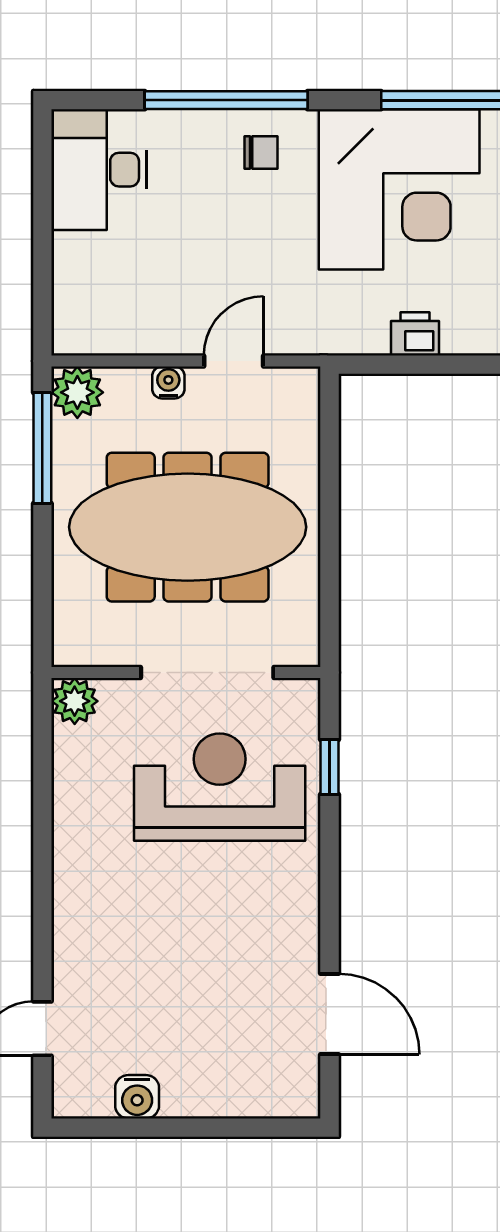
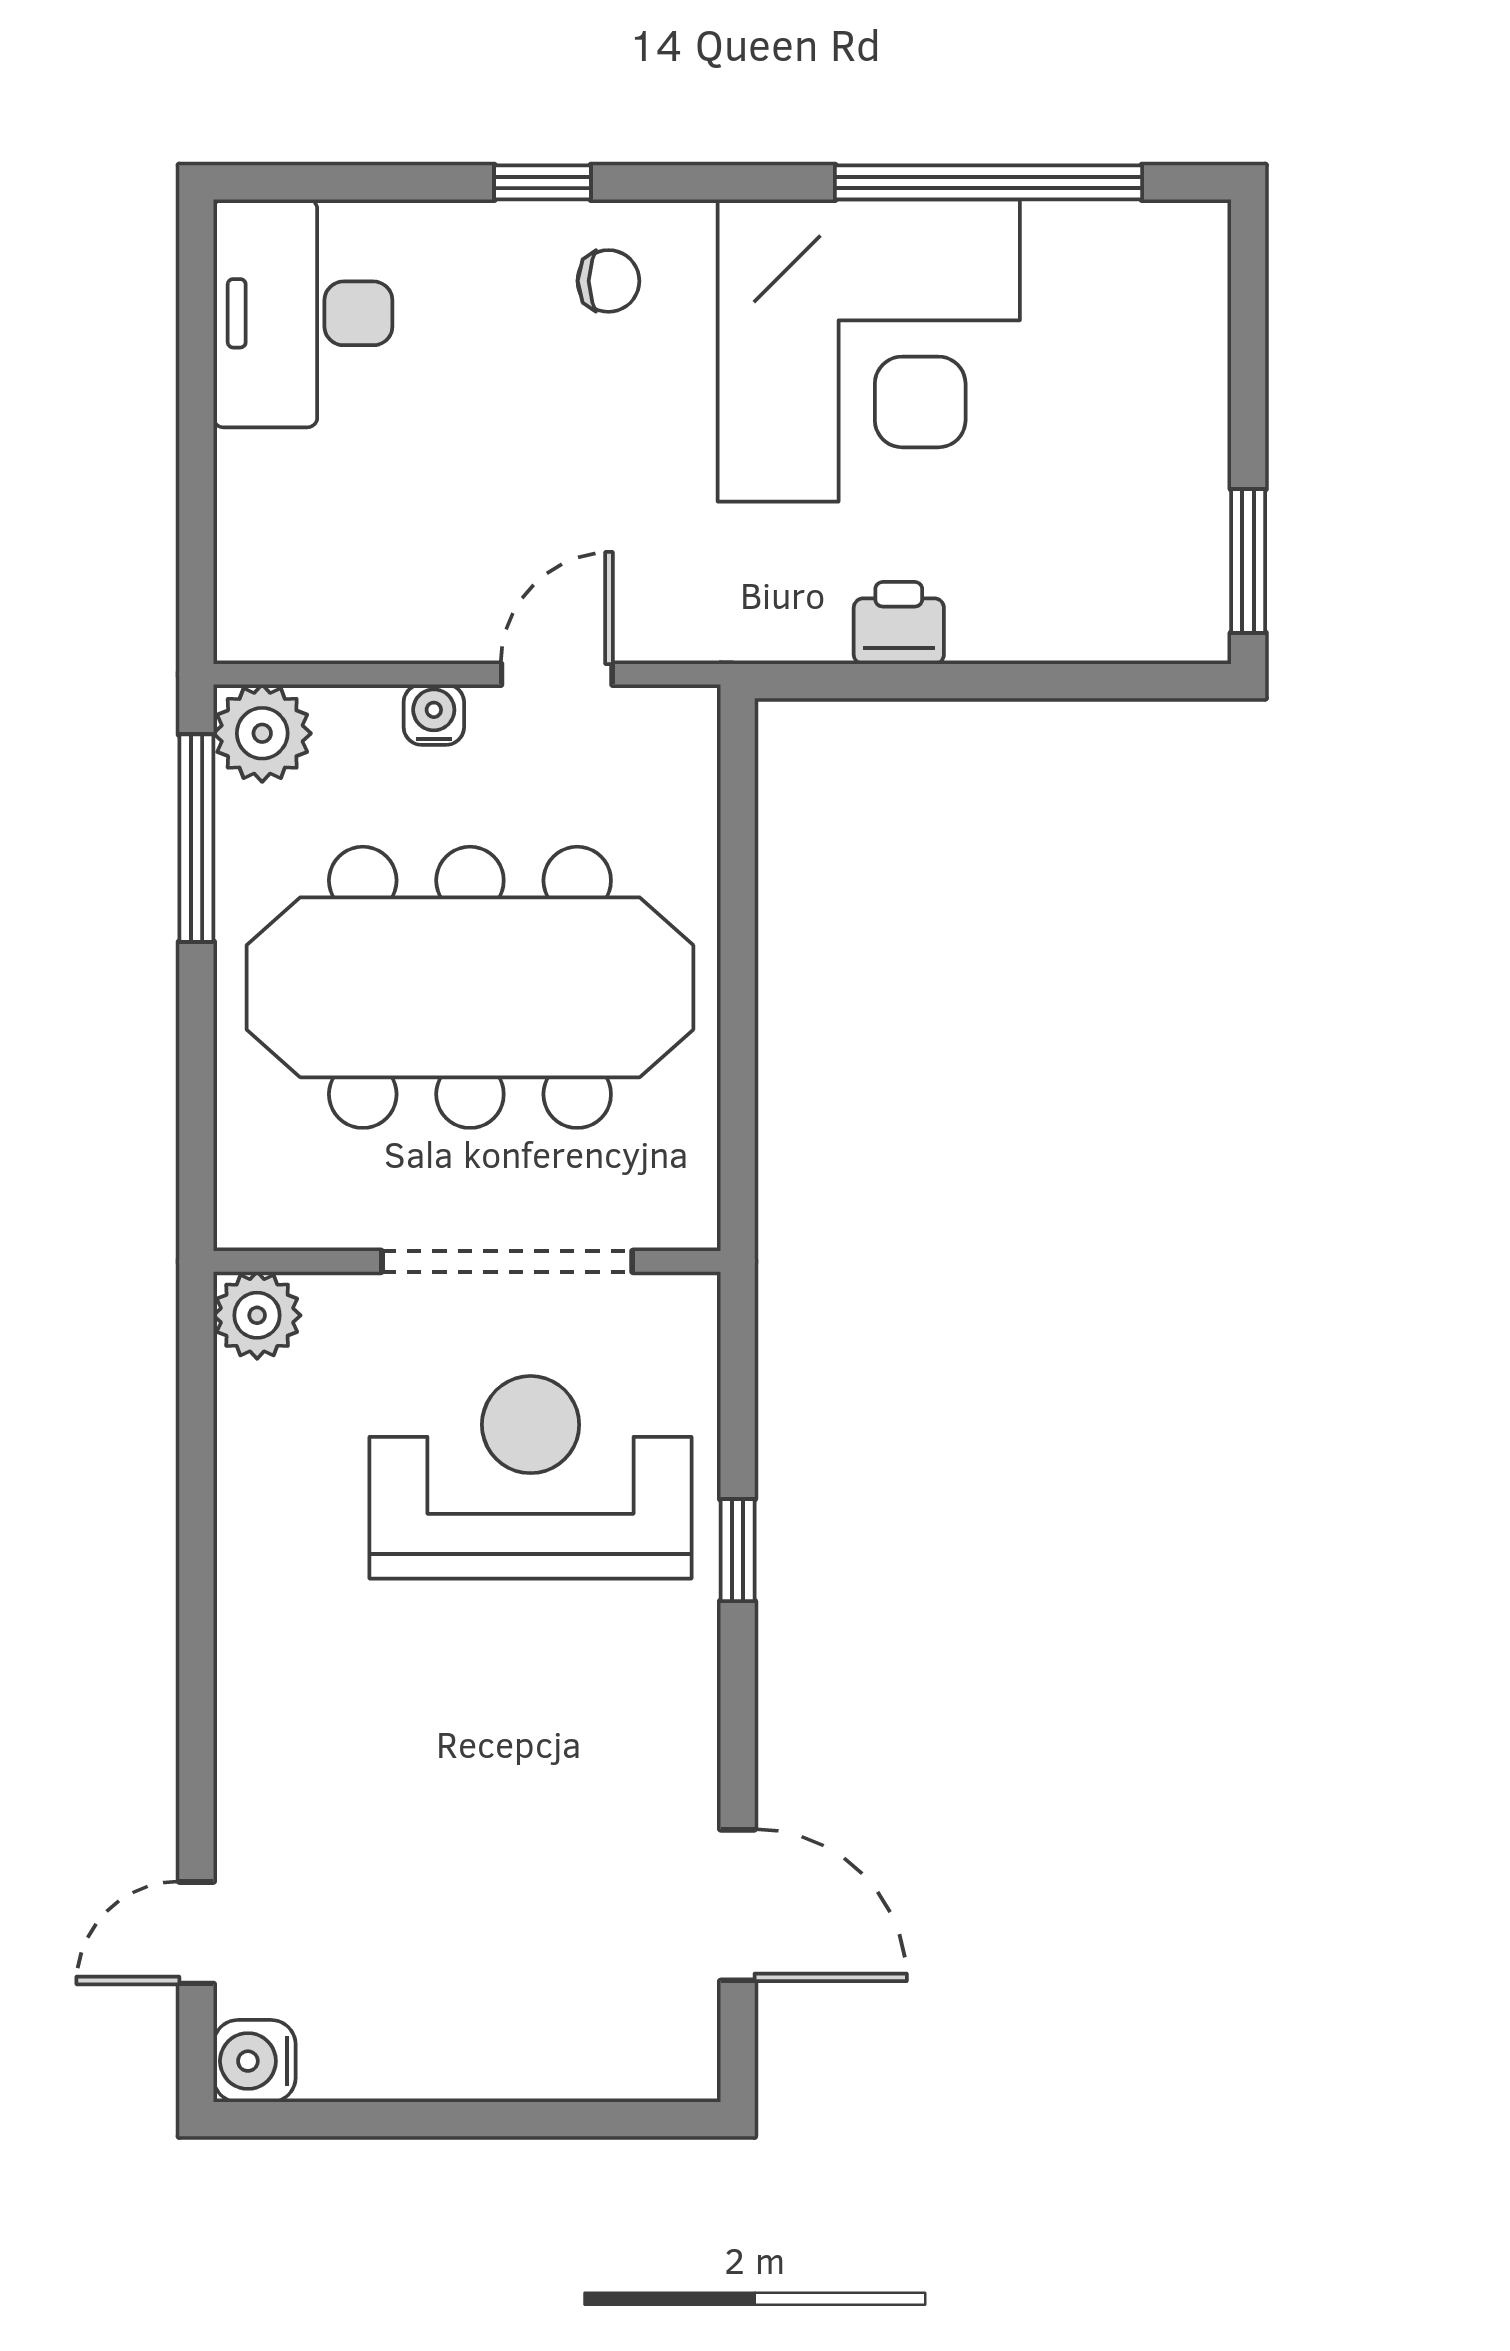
window: (226, 100) -> (543, 182), width x0.32
window: (330, 767) -> (738, 1550), moved
water cooler: (137, 1097) -> (254, 2061), moved, turned 90

